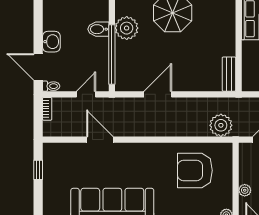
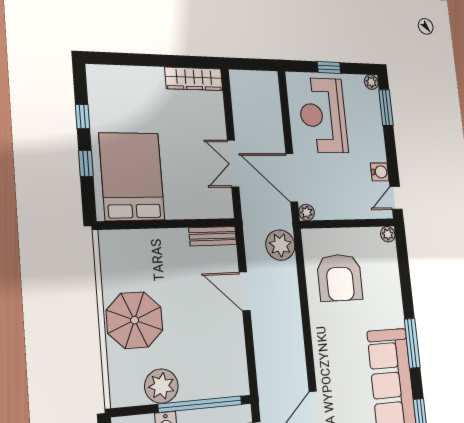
door: (158, 94) -> (245, 291), moved
plant: (245, 190) -> (307, 212), moved

